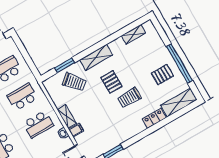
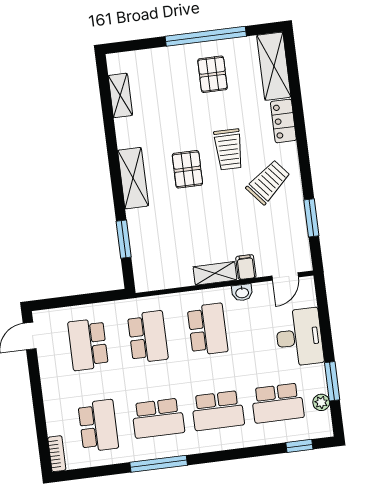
trolley: (74, 82) -> (268, 182), moved
pallet: (111, 82) -> (187, 169), turned 90
school desk: (22, 97) -> (148, 337), turned 180

